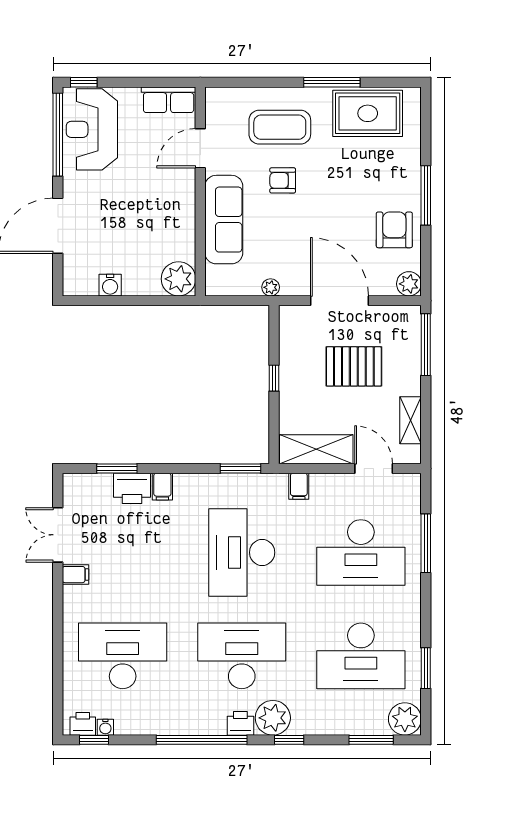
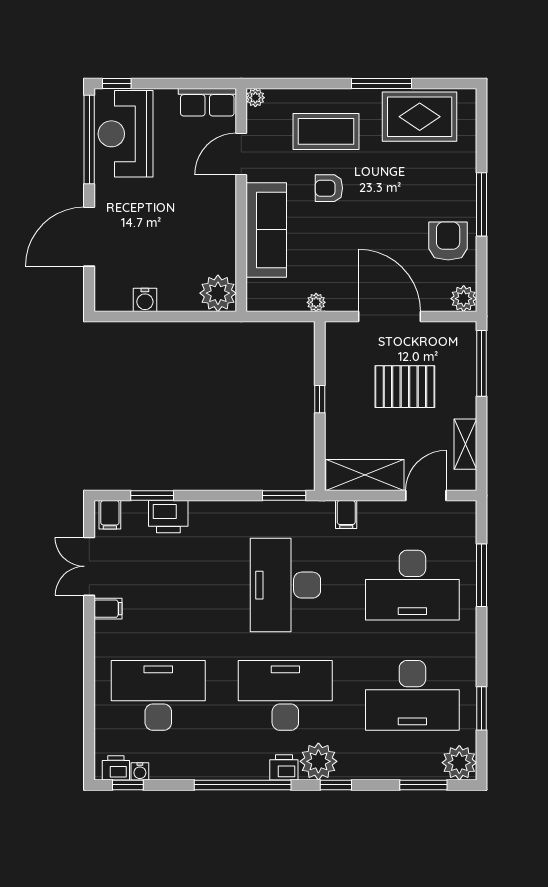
plant: (214, 95) -> (255, 98), added
door: (374, 469) -> (426, 496), hinge flipped
filing cabinet: (162, 487) -> (110, 515), moved

